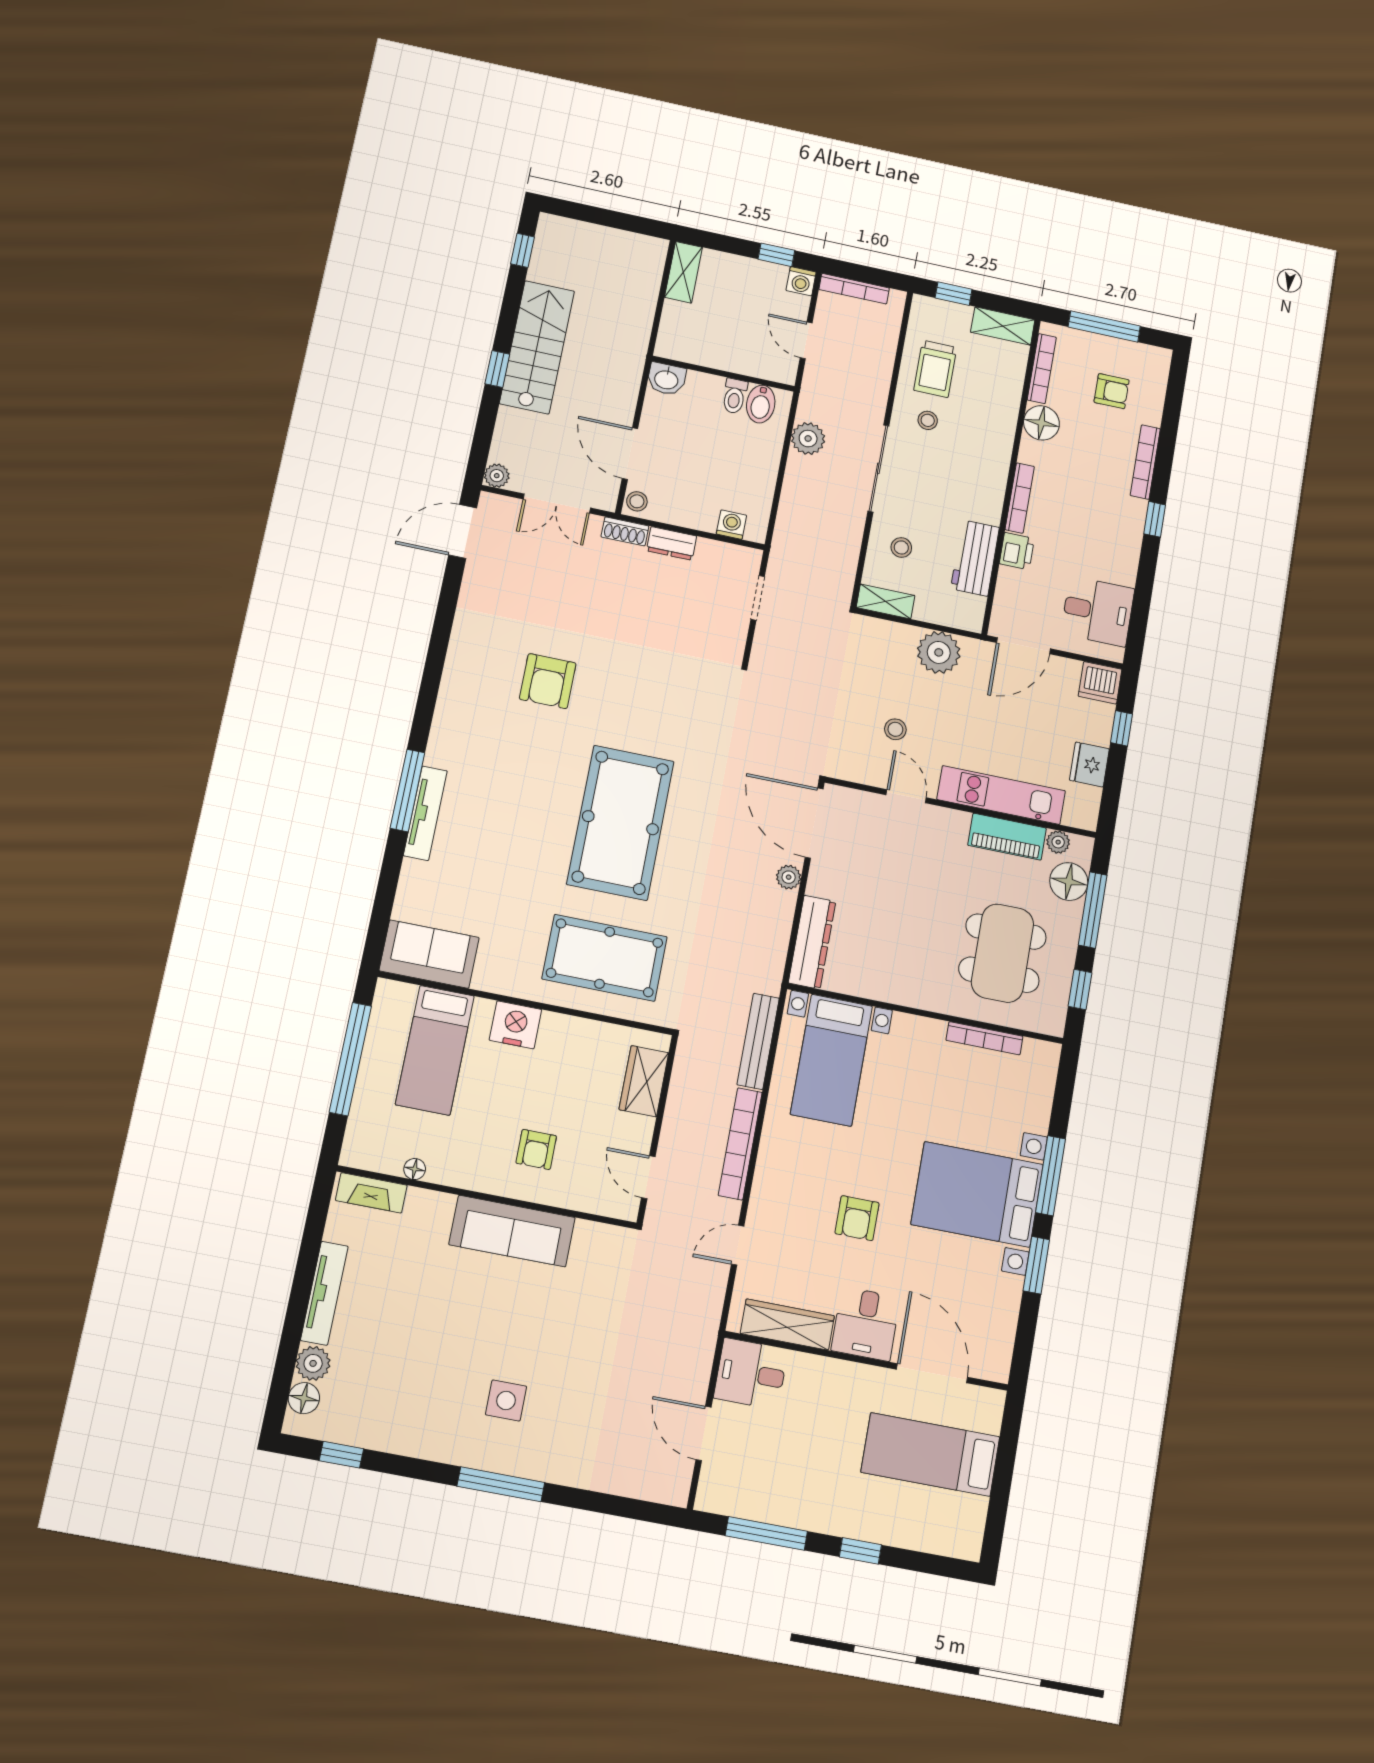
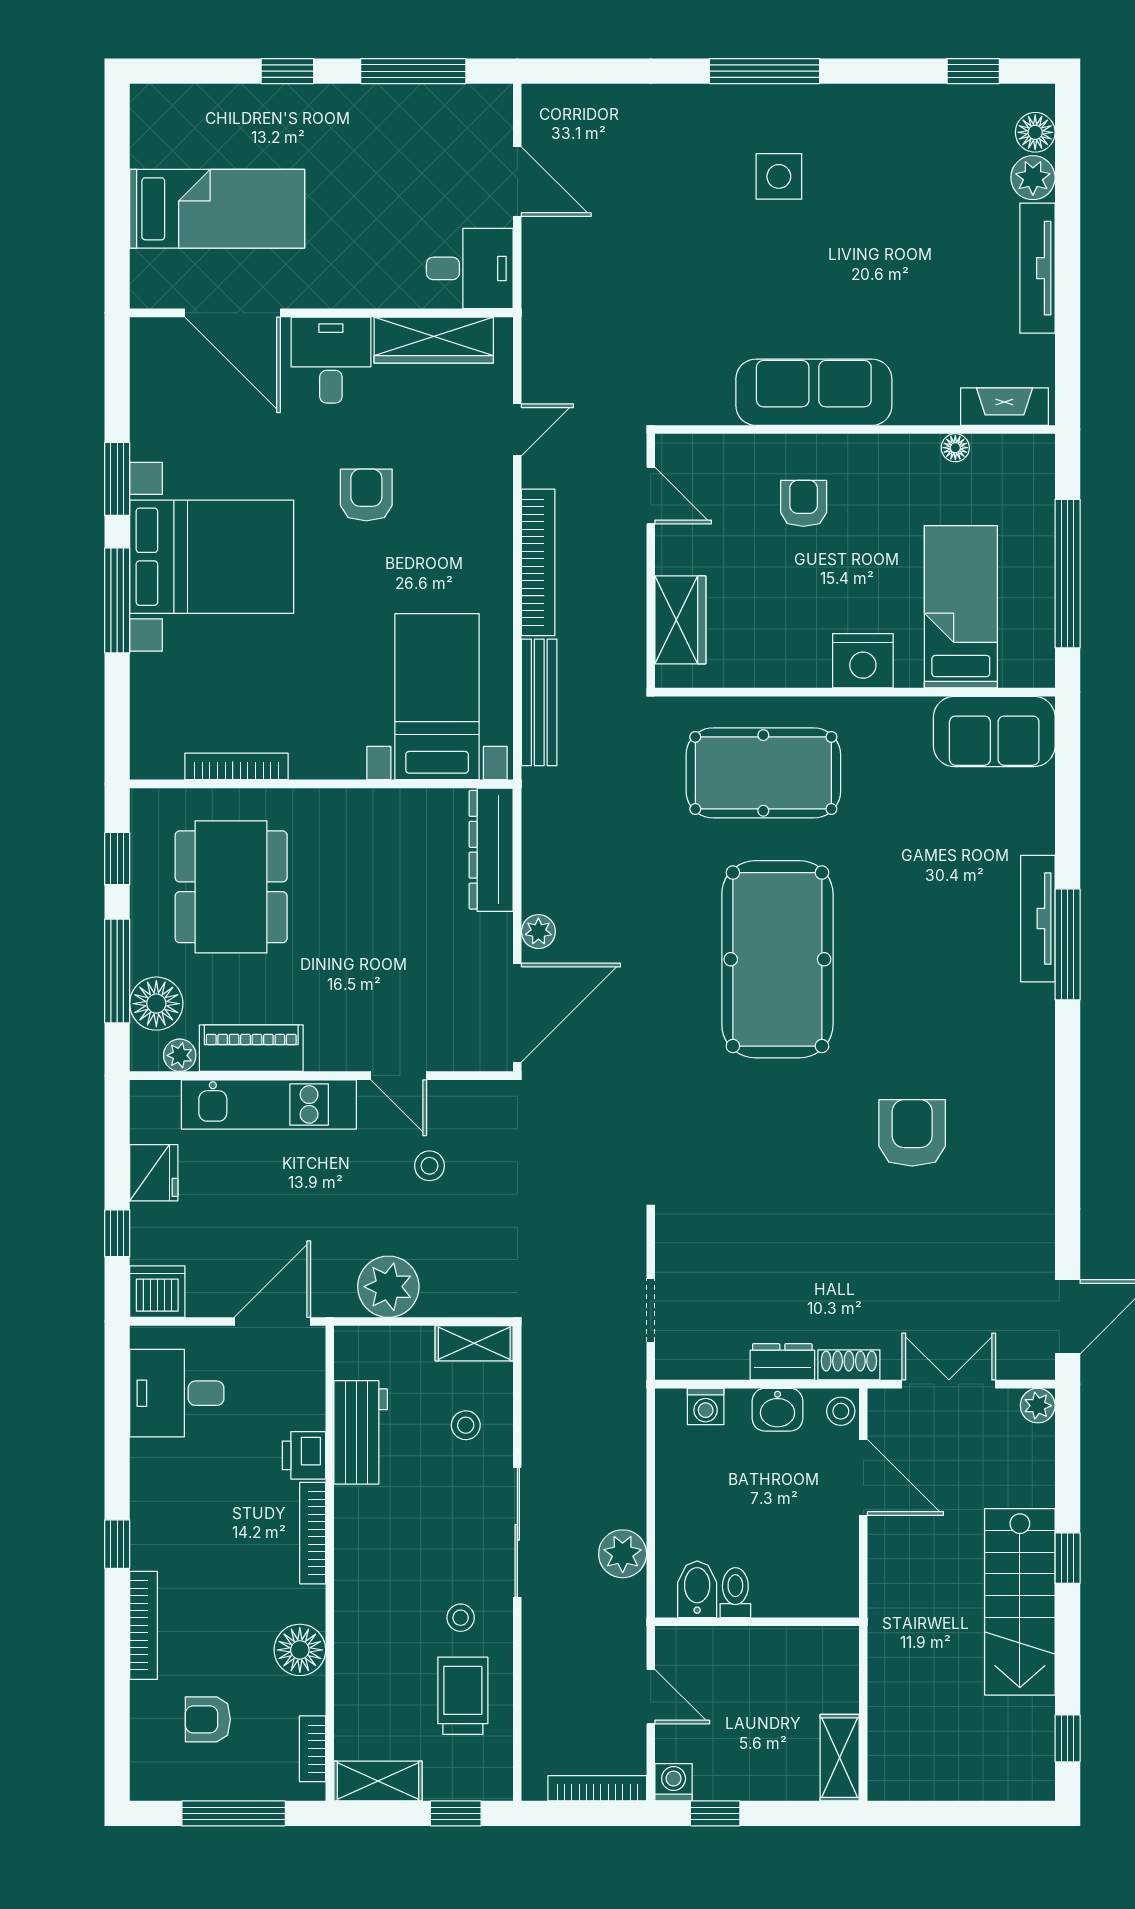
bookcase: (1042, 369) -> (312, 1749), width x0.64
washbasin: (666, 379) -> (778, 1410), moved, turned 180
door: (814, 823) -> (517, 1013), hinge flipped

